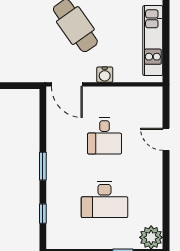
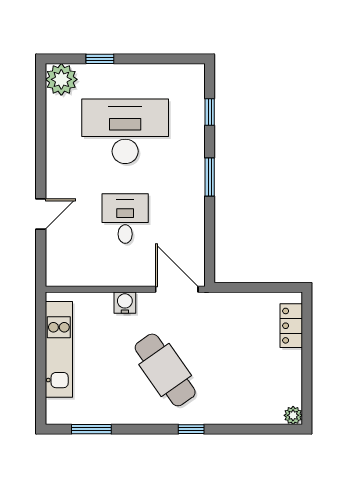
door: (166, 139) -> (41, 214), hinge flipped
desk: (104, 200) -> (125, 131), width x1.36, depth x1.30

